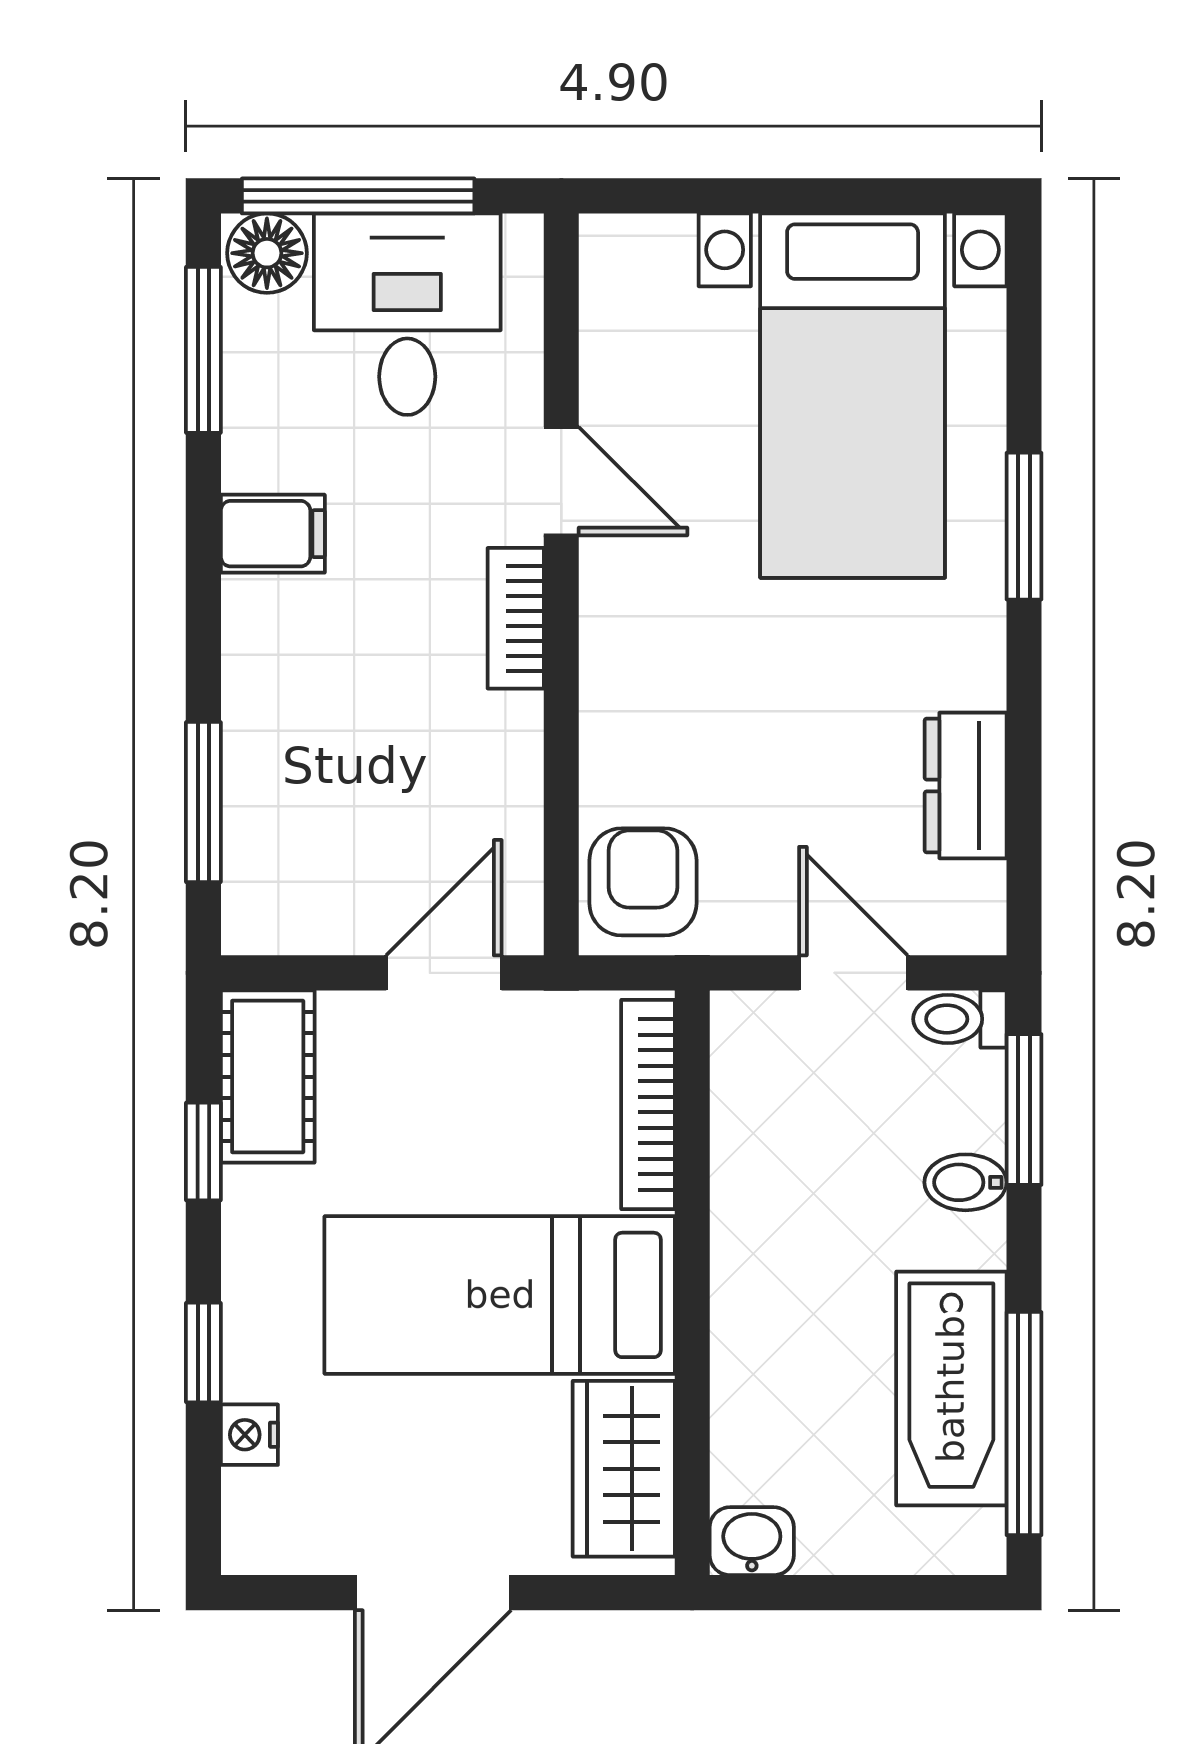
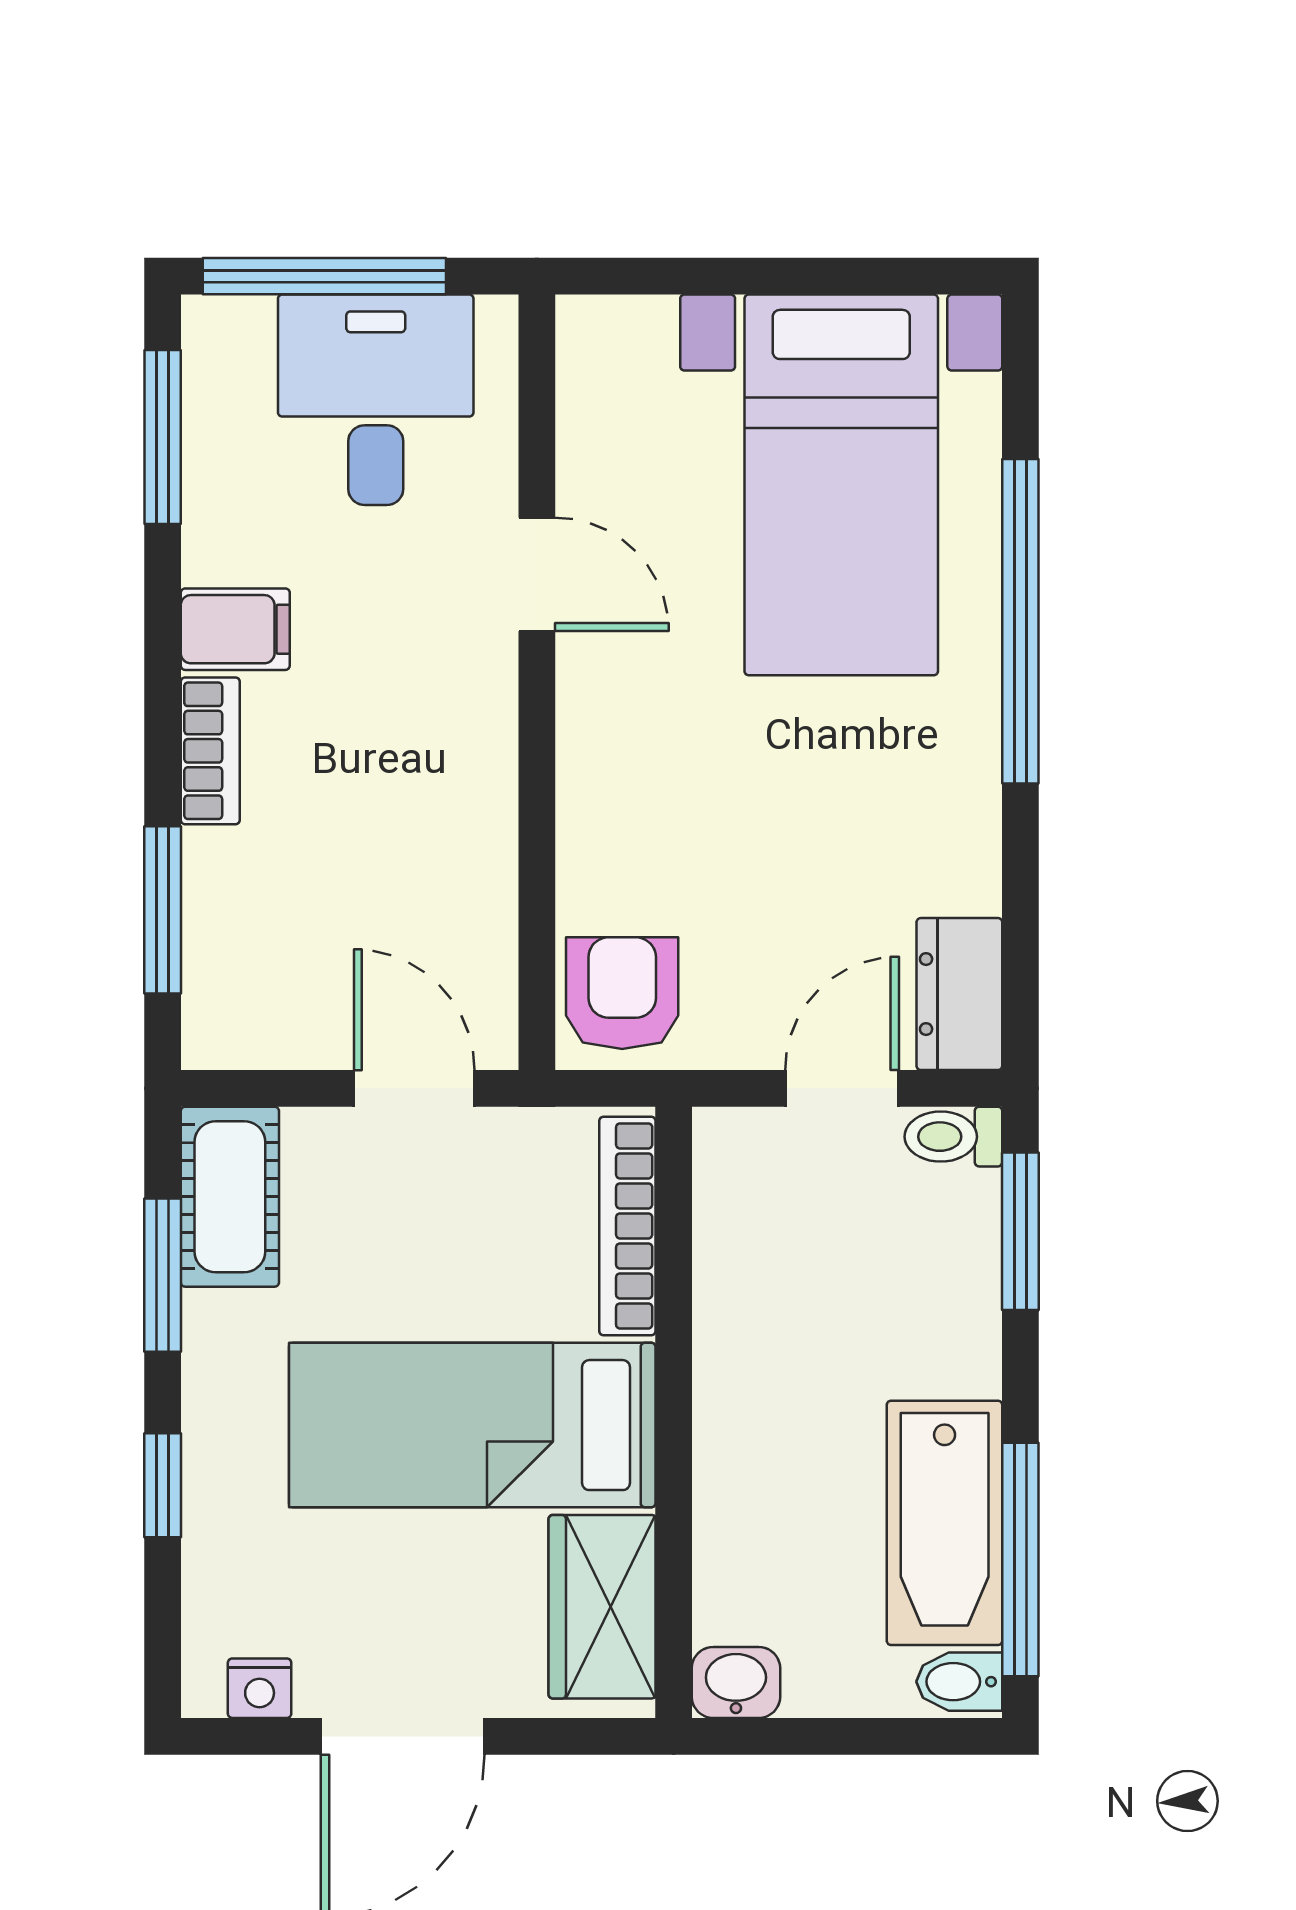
floor lamp: (267, 253) -> (229, 336), removed
window: (1024, 526) -> (1020, 621), width x2.11
bookcase: (516, 618) -> (210, 751), moved, turned 180
dresser: (966, 785) -> (959, 994), moved
door: (444, 973) -> (414, 1088), hinge flipped
door: (853, 973) -> (842, 1088), hinge flipped
window: (203, 1151) -> (163, 1275), width x1.50
bidet: (965, 1182) -> (959, 1682), moved
nightstand: (249, 1435) -> (260, 1688), moved, turned -90

